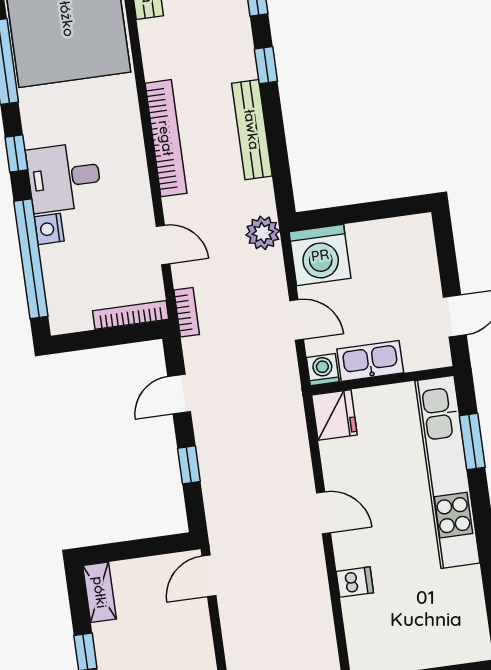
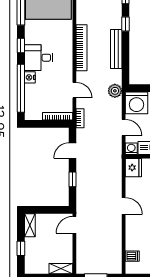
dishwasher: (355, 582) -> (132, 256), moved

